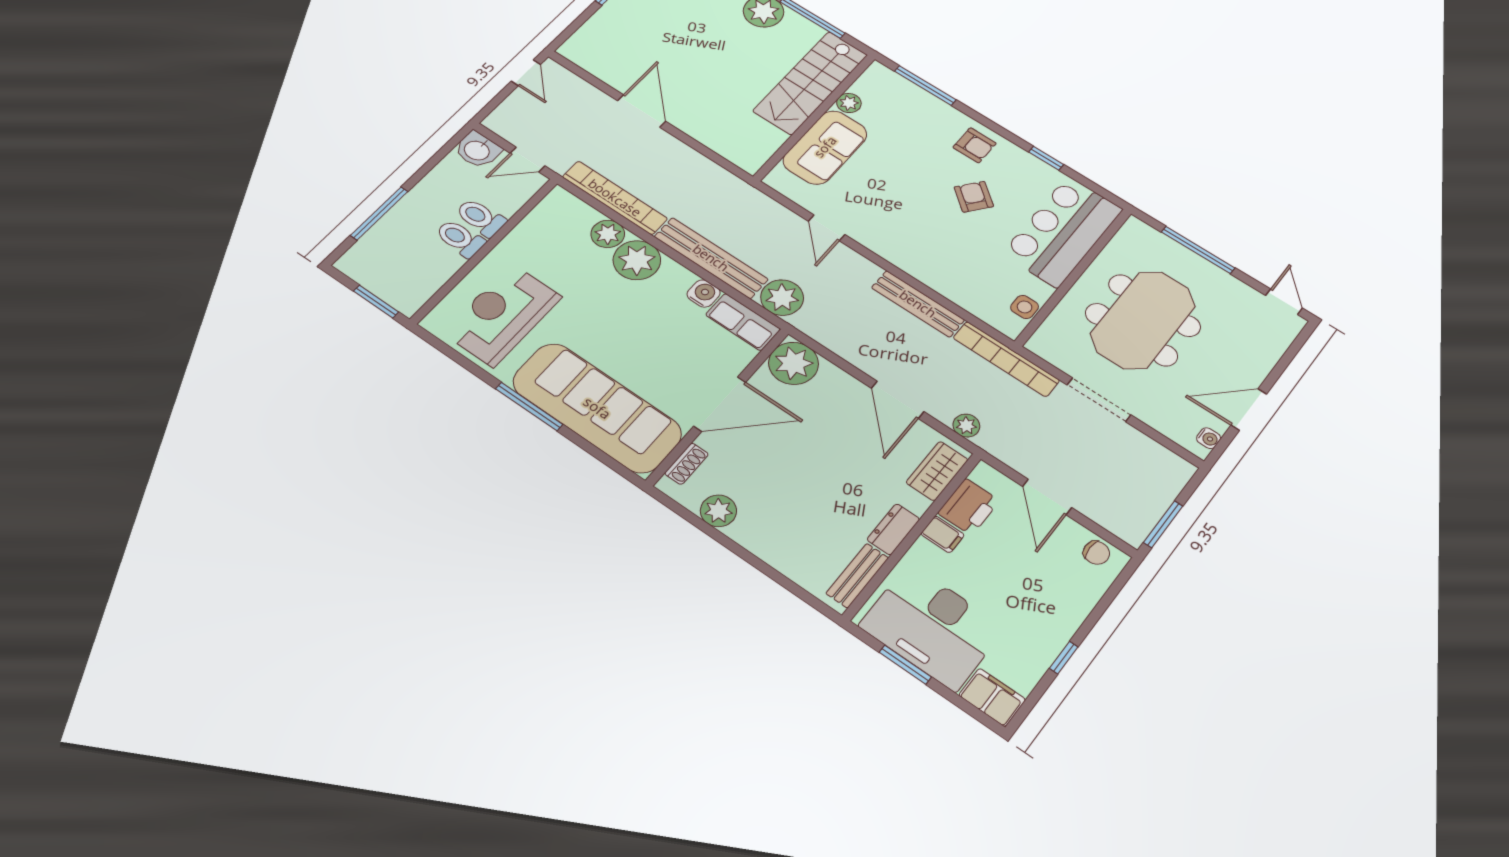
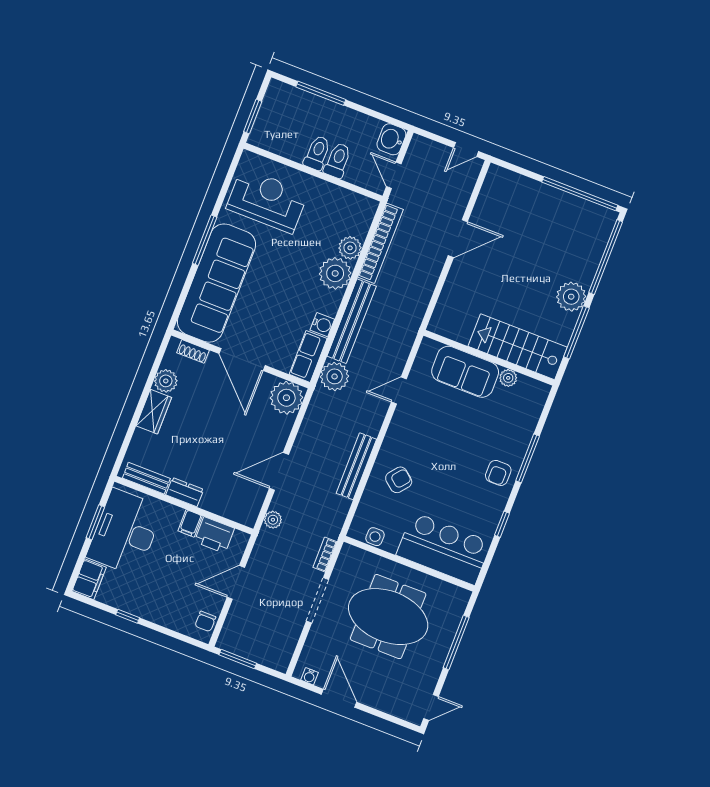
window: (925, 85) -> (528, 458), moved
armchair: (974, 197) -> (399, 480), moved
bookcase: (1006, 359) -> (325, 555), width x0.43, depth x0.76
wardrobe: (937, 471) -> (154, 412), moved, turned 90

